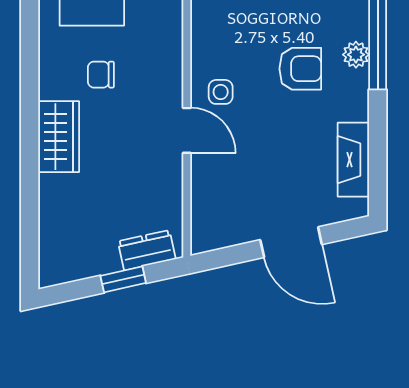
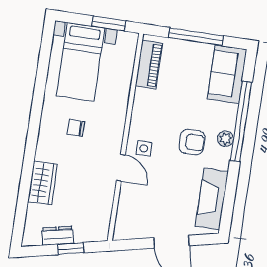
wardrobe: (59, 137) -> (43, 183), moved
fireplace: (353, 160) -> (212, 199), width x1.37, depth x1.32
dresser: (147, 250) -> (58, 236), moved

